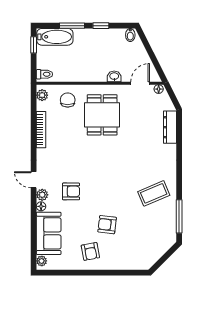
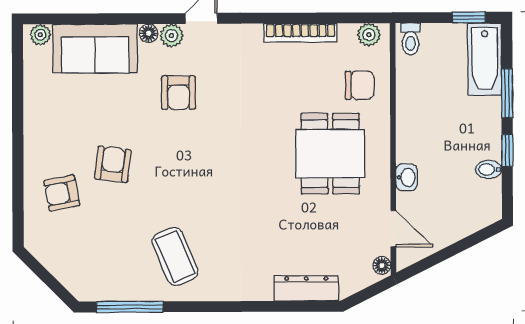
bidet: (130, 35) -> (489, 169), moved
dining table: (102, 115) -> (330, 154), turned 90
armchair: (90, 251) -> (62, 193), moved

